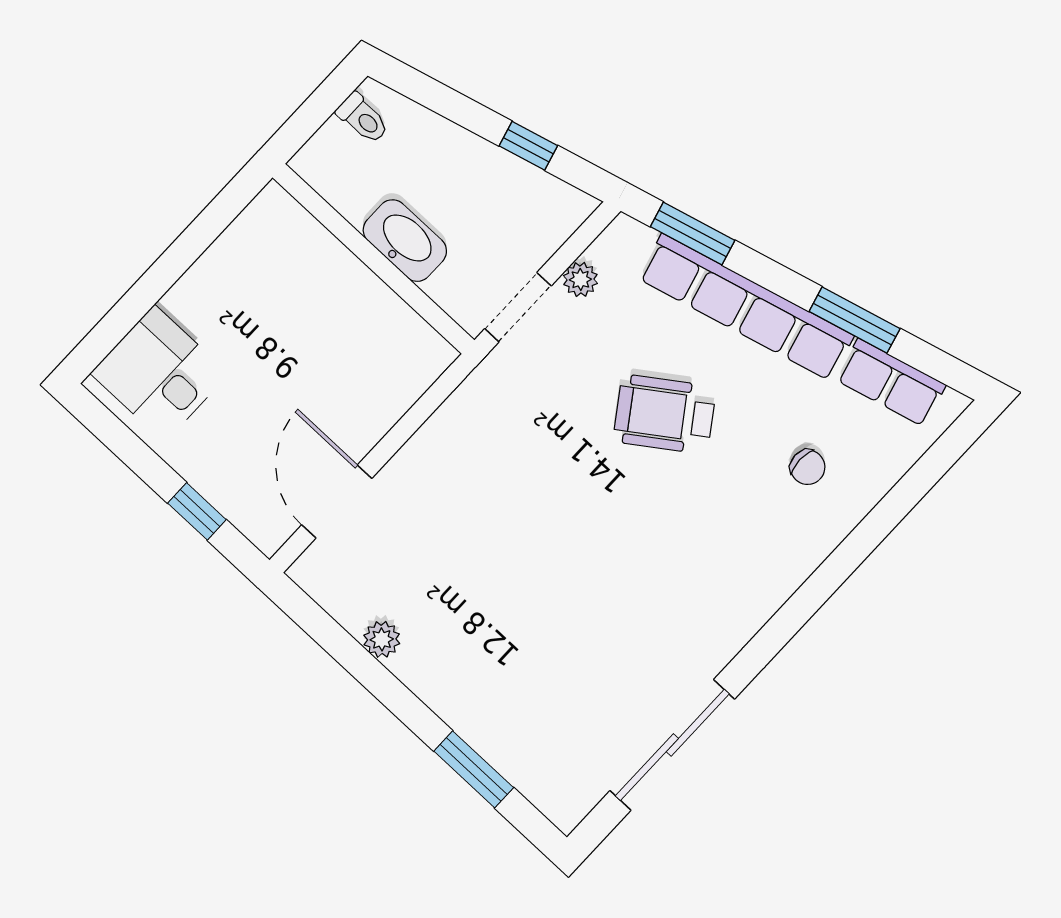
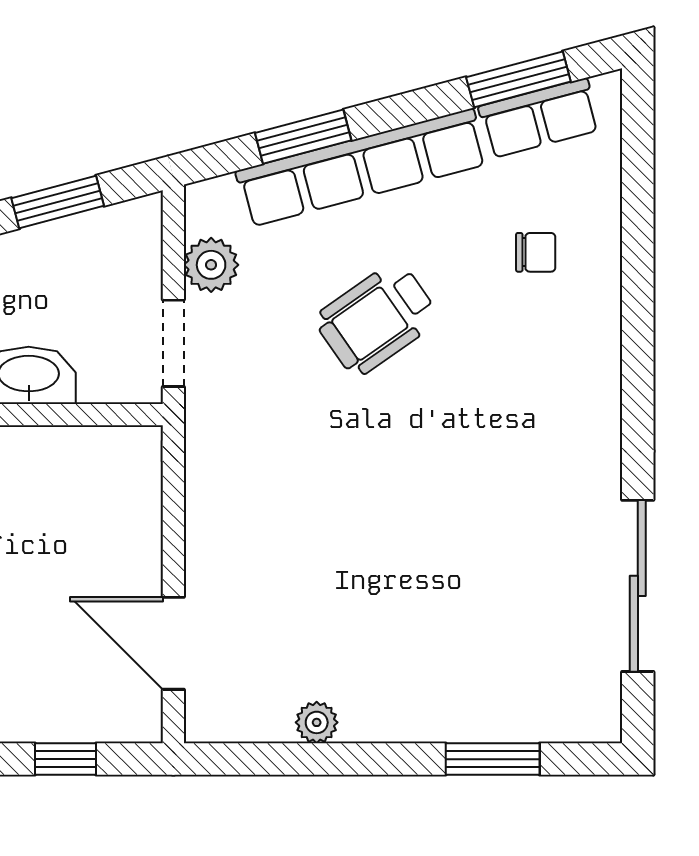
window: (528, 146) -> (58, 202), width x1.50
window: (693, 233) -> (303, 137), moved
plant: (580, 279) -> (211, 265), width x1.38, depth x1.38
window: (855, 320) -> (518, 79), moved

